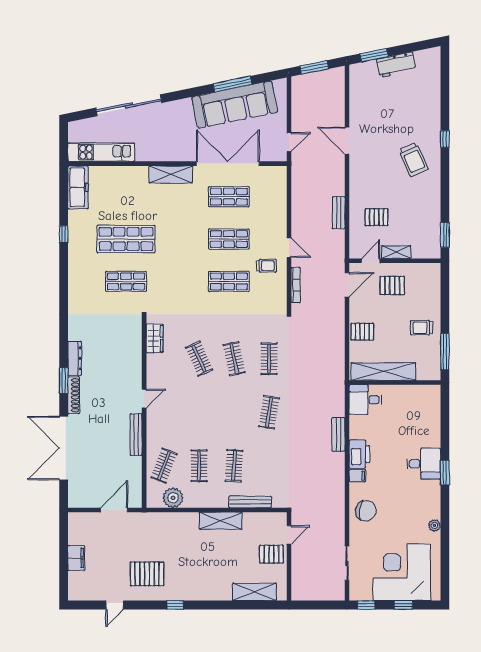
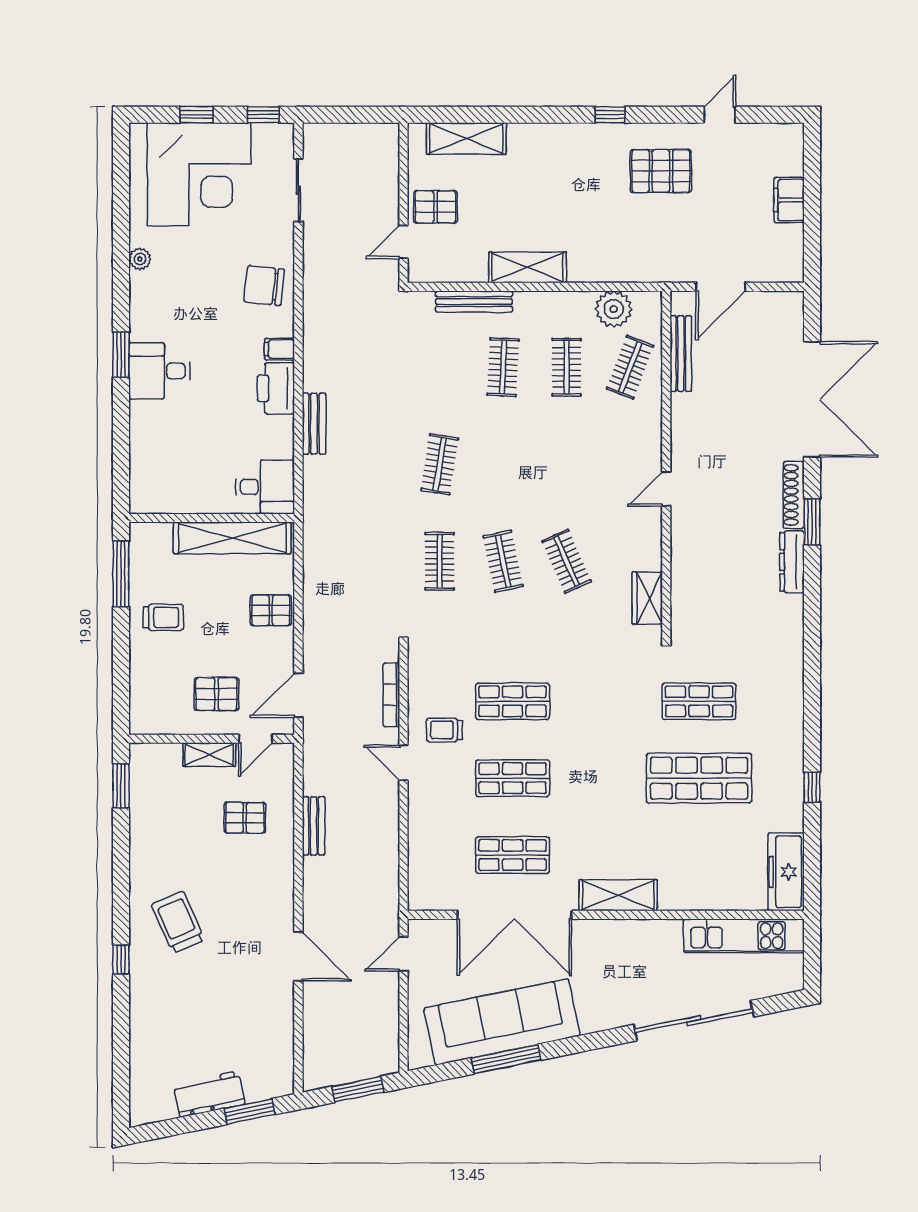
bench: (136, 435) -> (681, 354), moved

